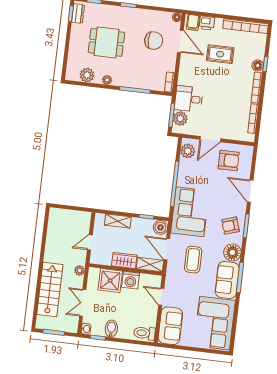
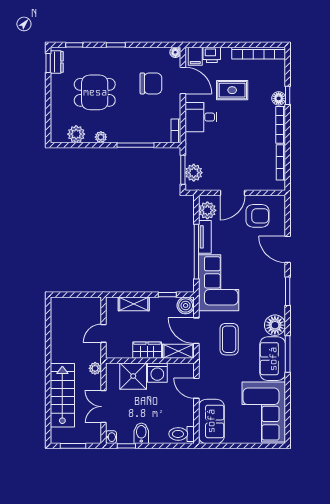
desk: (189, 99) -> (201, 117), moved
tv unit: (183, 173) -> (205, 237), added
armchair: (231, 226) -> (269, 293), removed

